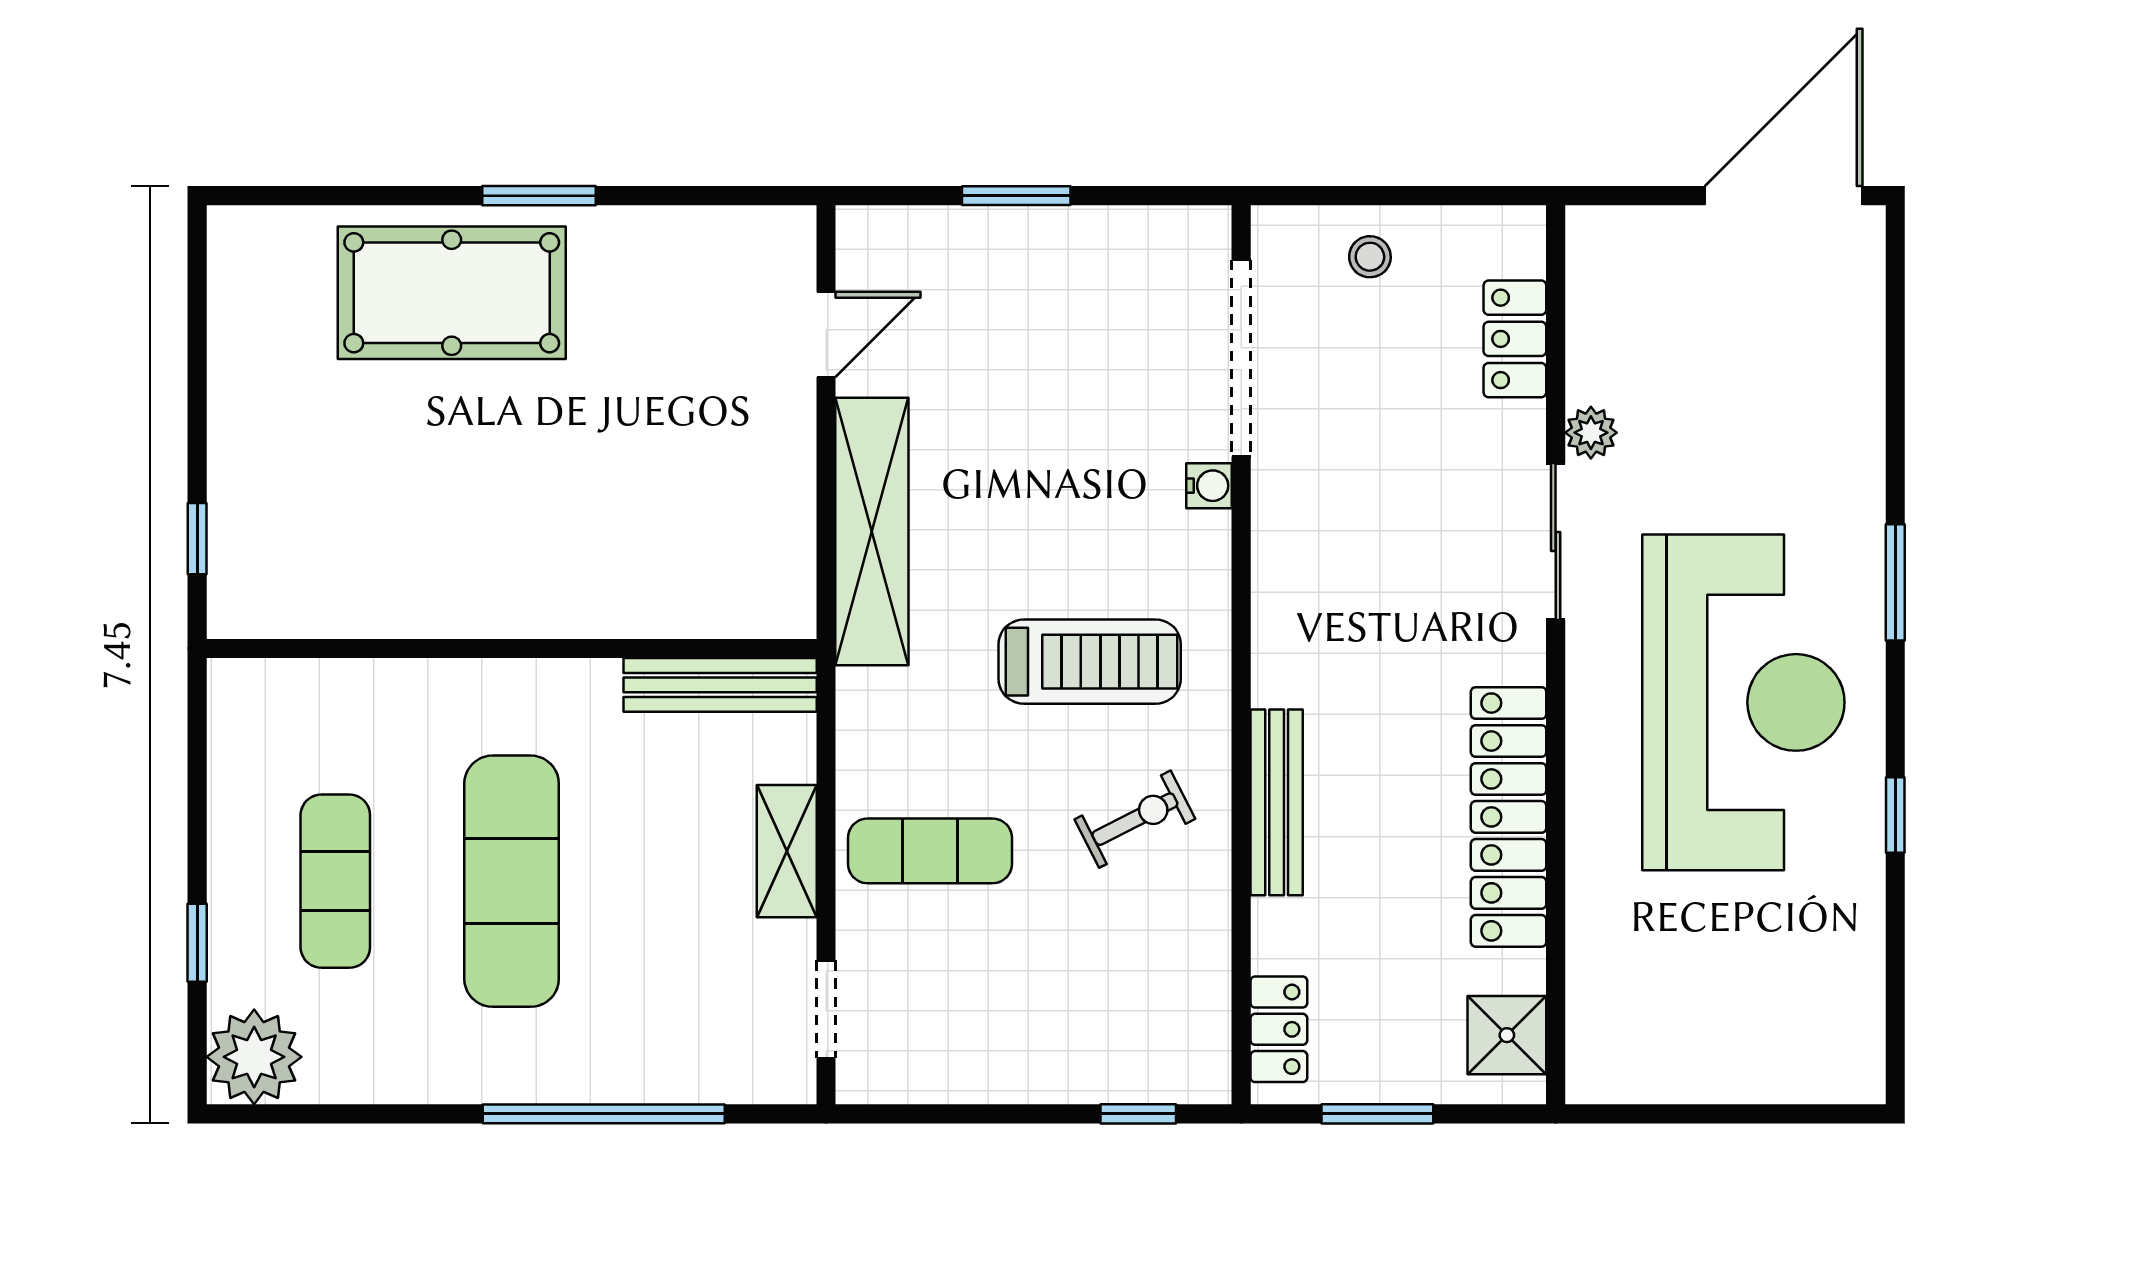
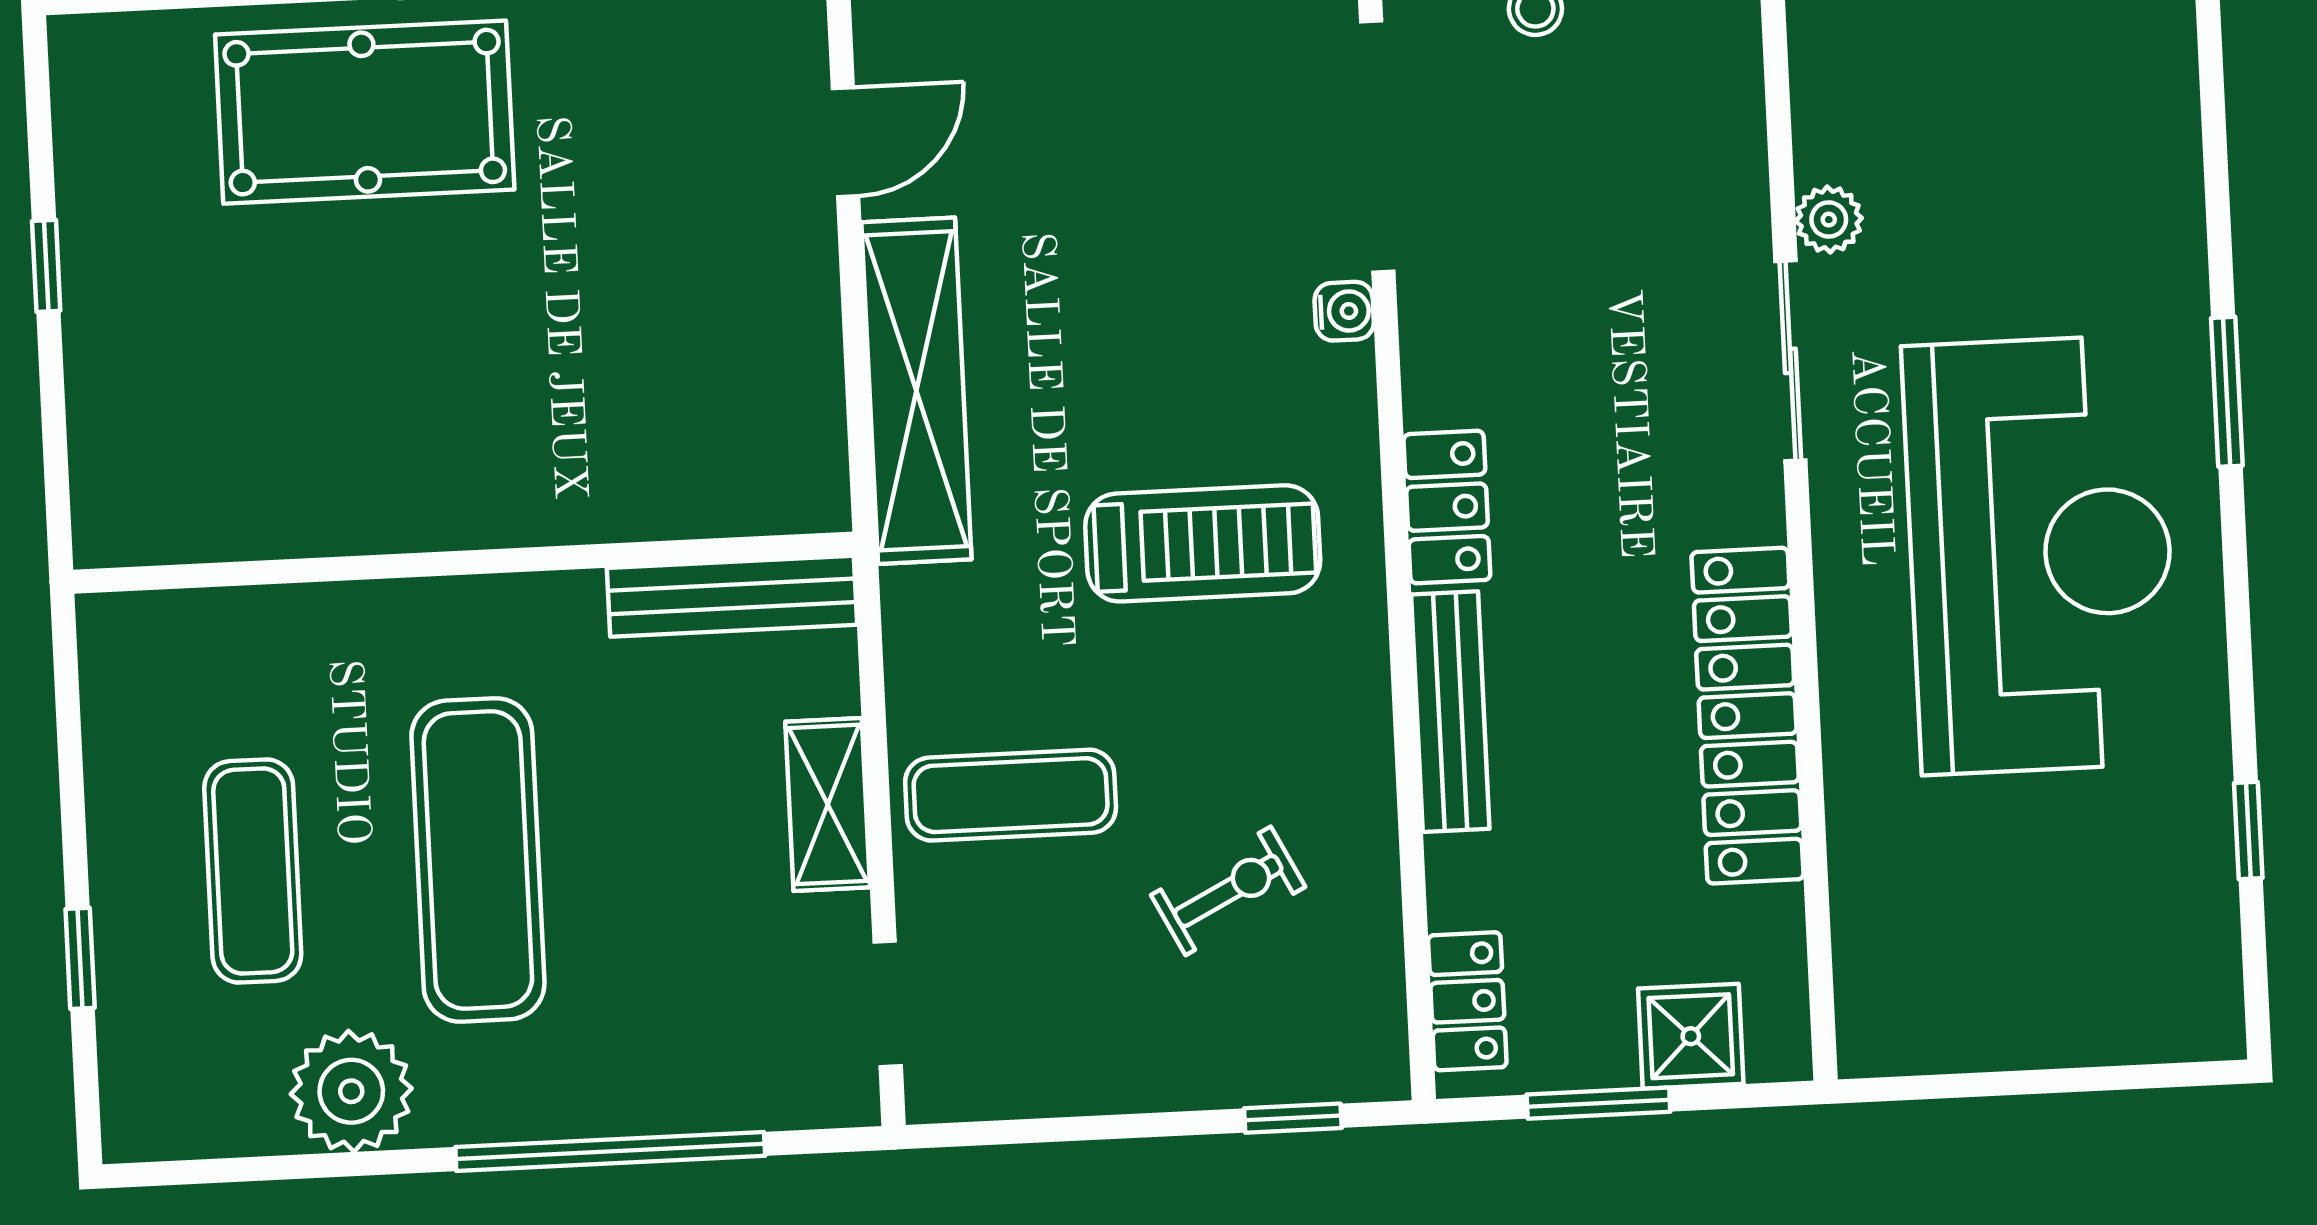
locker: (1515, 339) -> (1447, 507), moved, turned 180
window: (197, 539) -> (46, 266), moved
window: (1895, 815) -> (2248, 830), moved
exercise bike: (1135, 819) -> (1228, 891), moved
shower: (1507, 1035) -> (1691, 1036), moved
plant: (254, 1057) -> (351, 1091), moved

